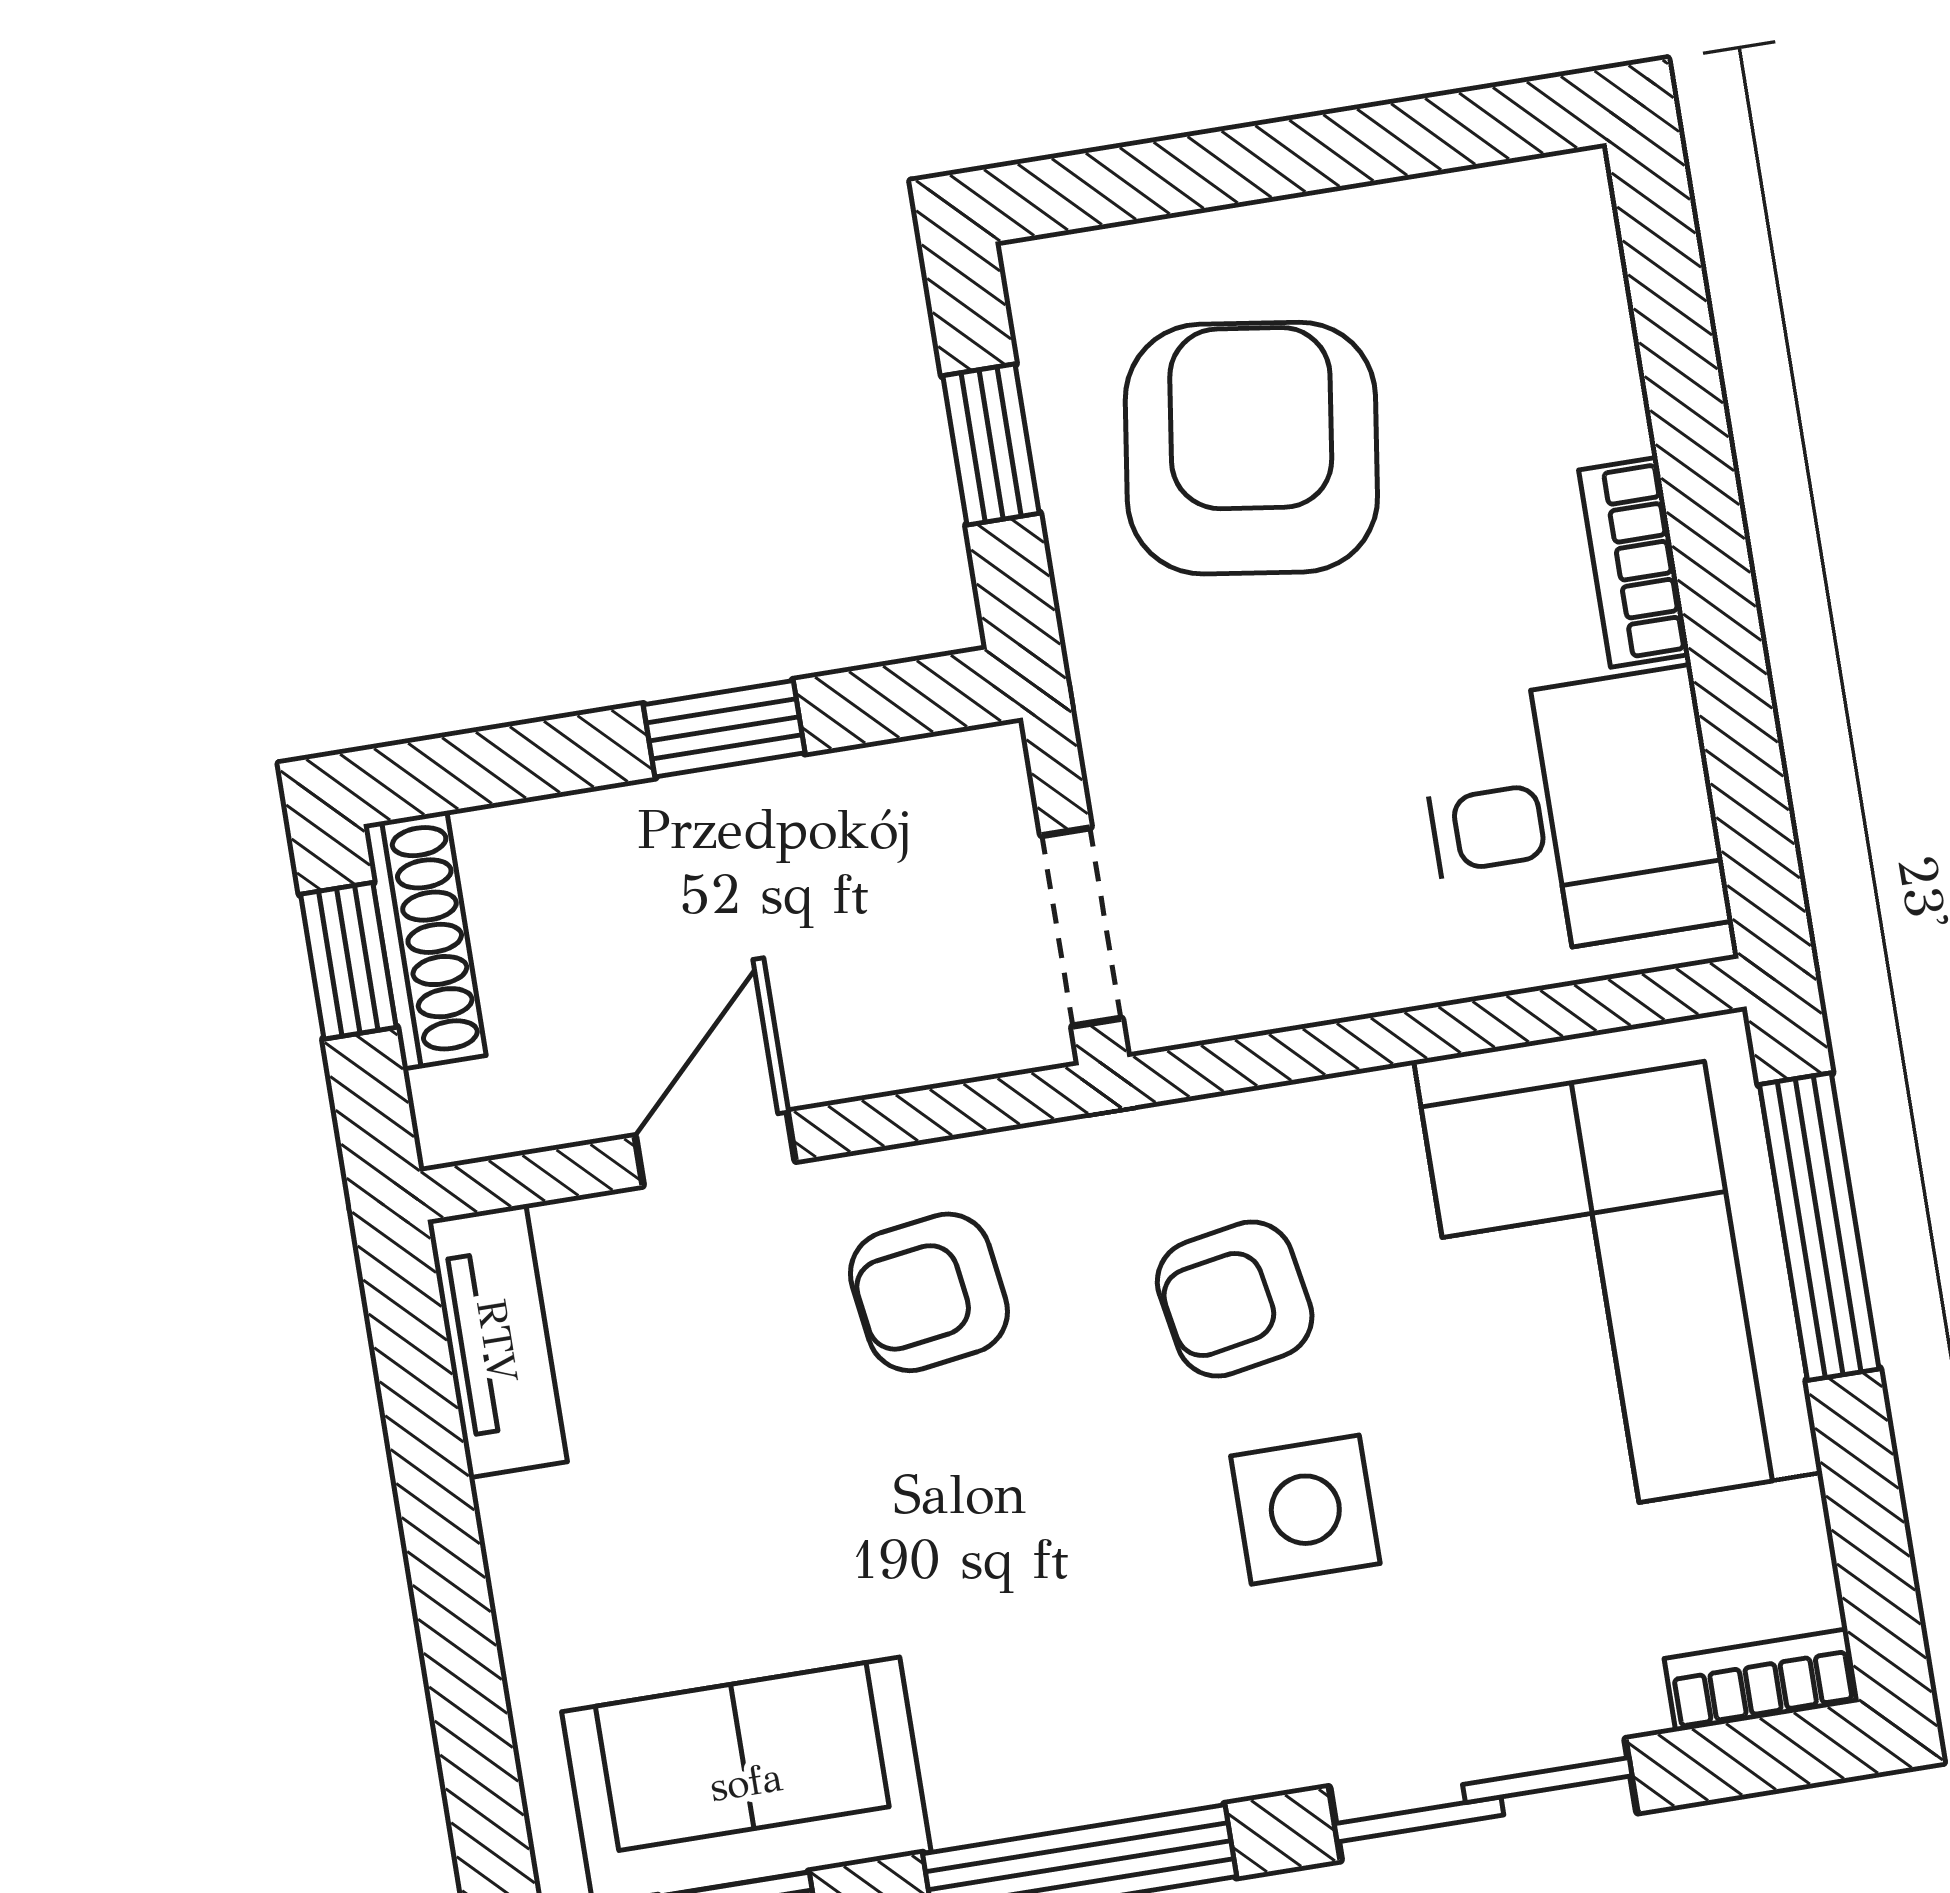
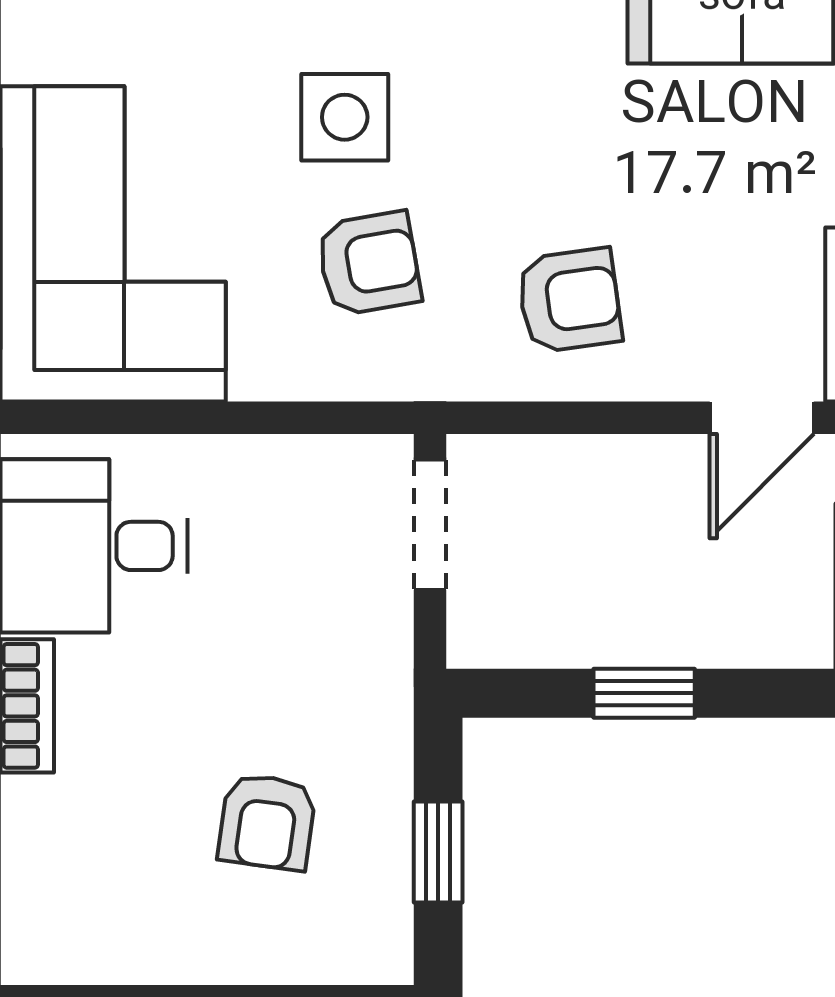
armchair: (1251, 448) -> (267, 822), width x0.53, depth x0.53
door: (715, 1149) -> (762, 418), moved

